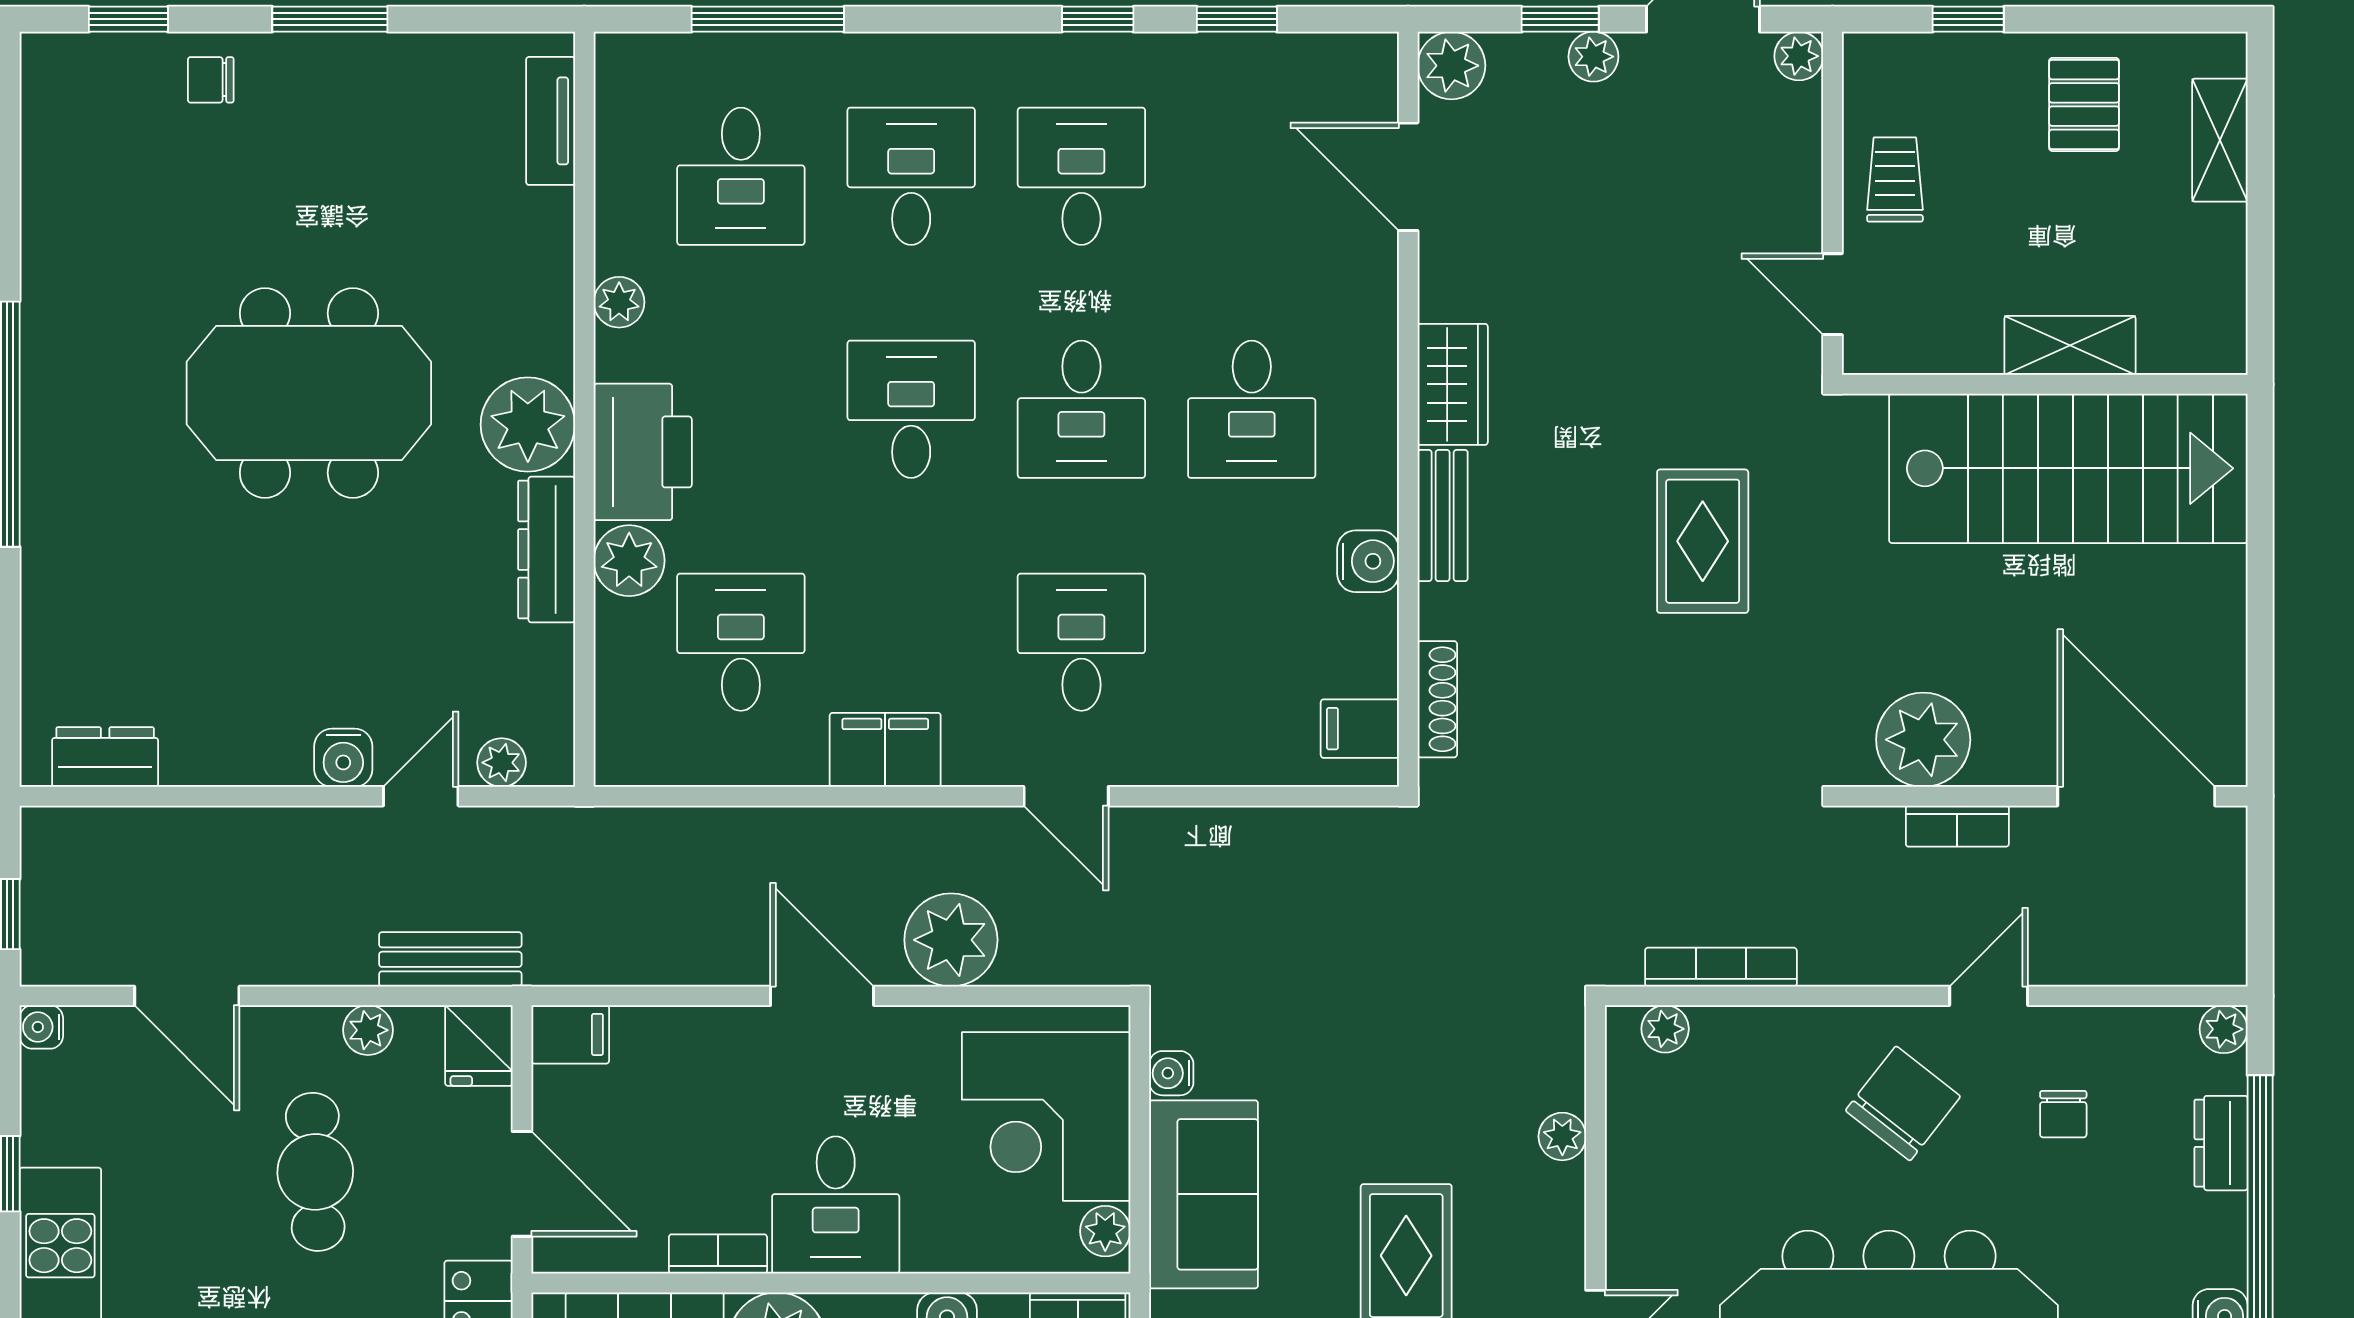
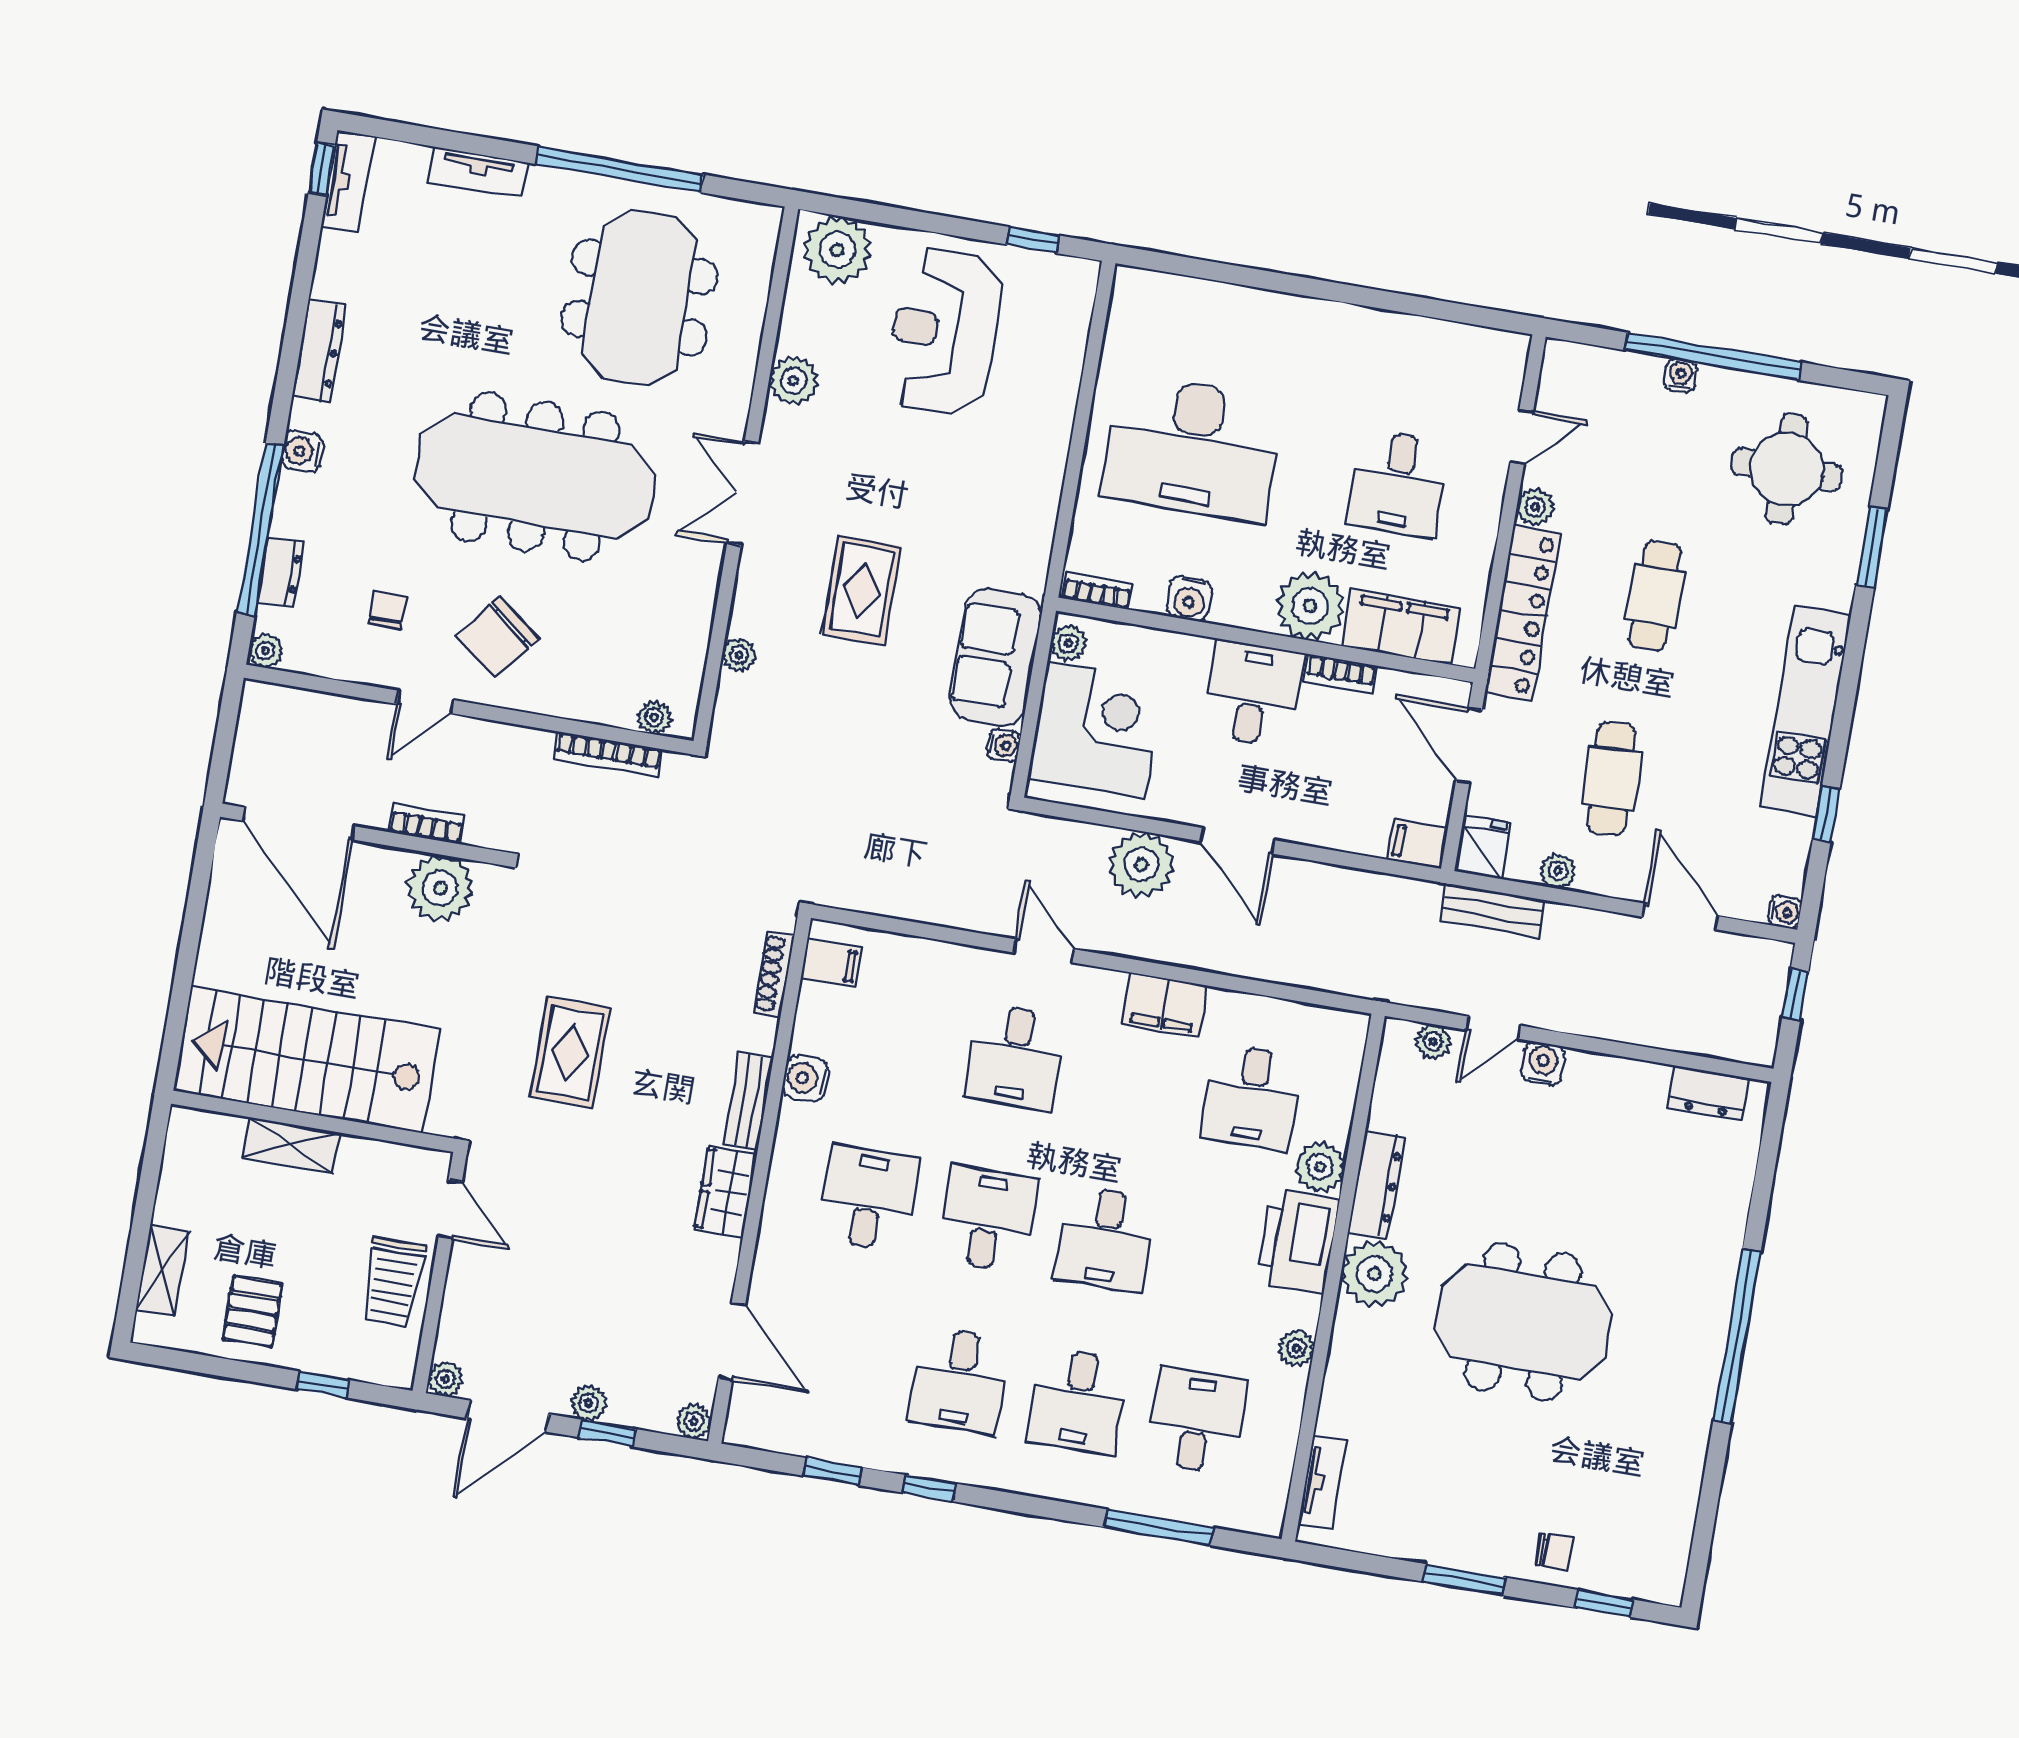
plant: (1451, 66) -> (694, 1421), width x0.73, depth x0.73
trolley: (1895, 180) -> (393, 1282), width x1.36, depth x1.39

